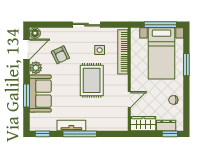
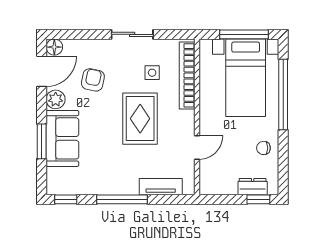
armchair: (60, 55) -> (93, 80), turned -143
window: (186, 65) -> (283, 95), width x2.11
wardrobe: (143, 124) -> (218, 184), removed
tv unit: (71, 125) -> (161, 187), moved

